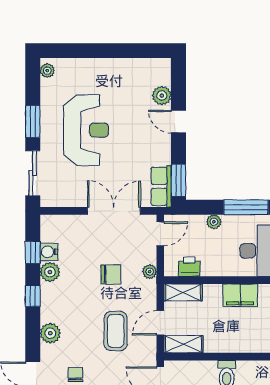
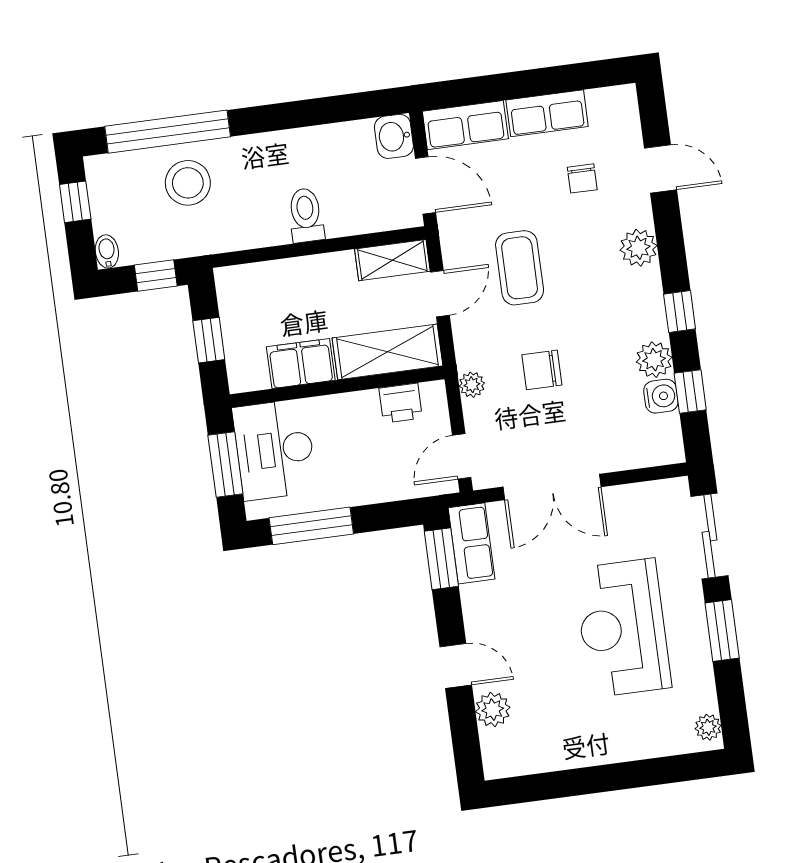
plant: (214, 222) -> (367, 491), removed
shelving: (183, 292) -> (387, 352), width x1.50, depth x1.33

